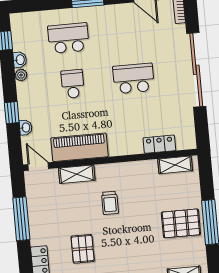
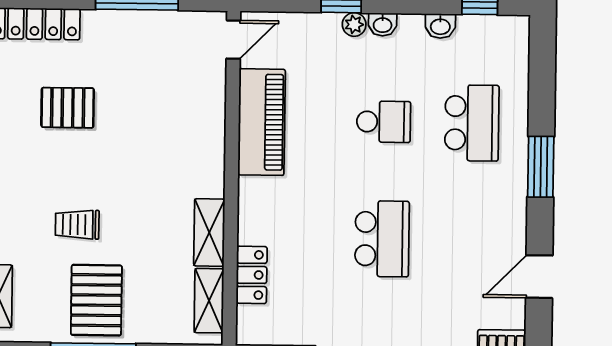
plant: (21, 75) -> (354, 24), moved
washbasin: (26, 128) -> (383, 24), moved
shelving: (77, 174) -> (209, 232), moved
trolley: (110, 203) -> (77, 225), moved

